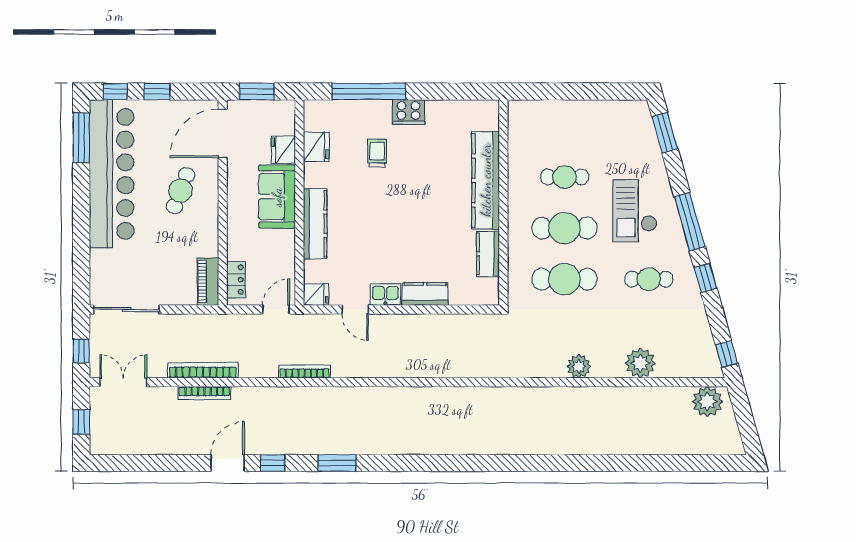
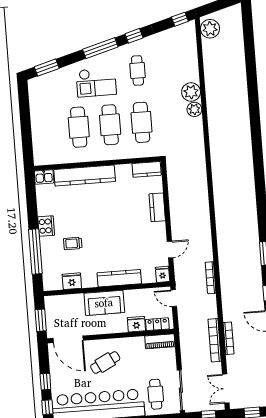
fridge: (283, 149) -> (136, 324), moved, turned 180
cafe table: (564, 177) -> (79, 127), width x1.37, depth x1.35
cafe table: (180, 191) -> (105, 363), turned -47
kitchen counter: (488, 254) -> (147, 169), moved
cafe table: (123, 268) -> (156, 394), added
kitchen sink: (385, 295) -> (44, 177), moved, turned -90
plant: (640, 363) -> (191, 92), moved

